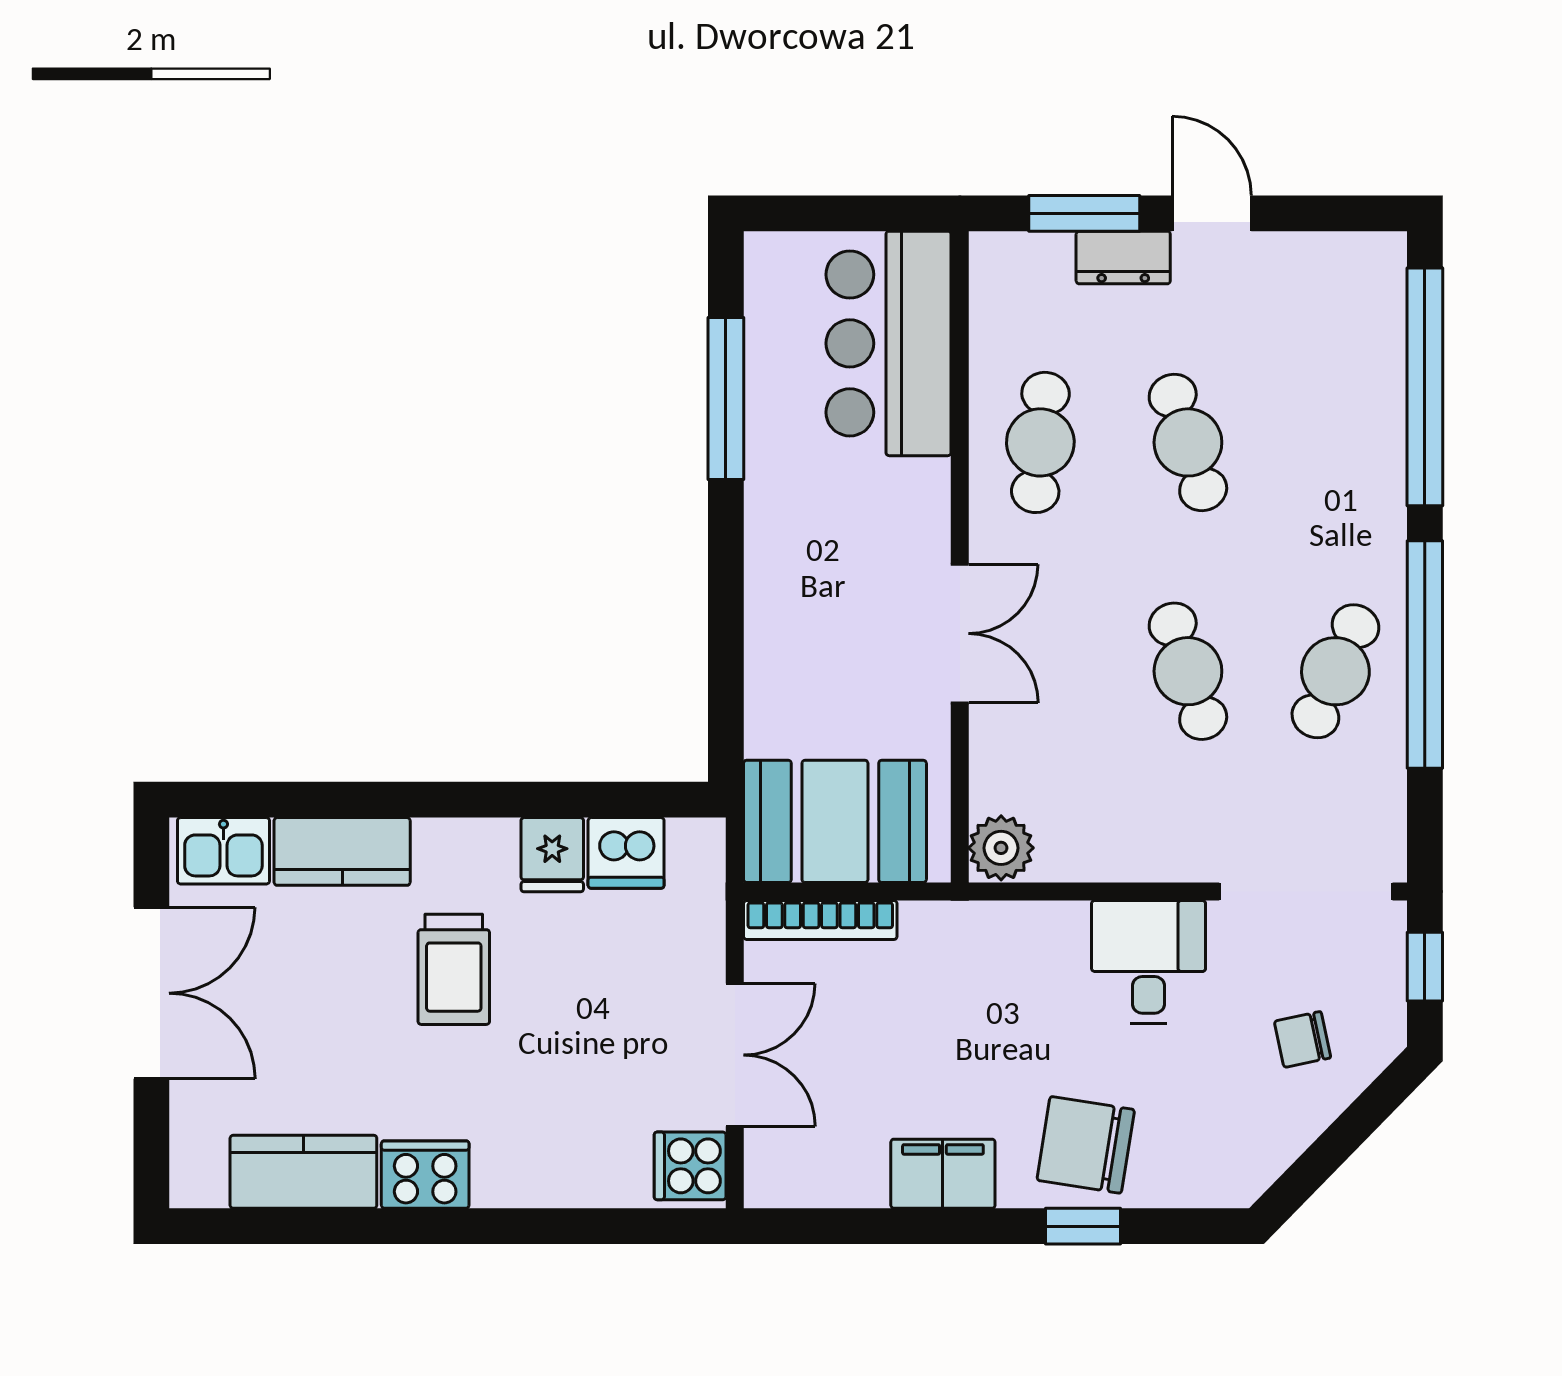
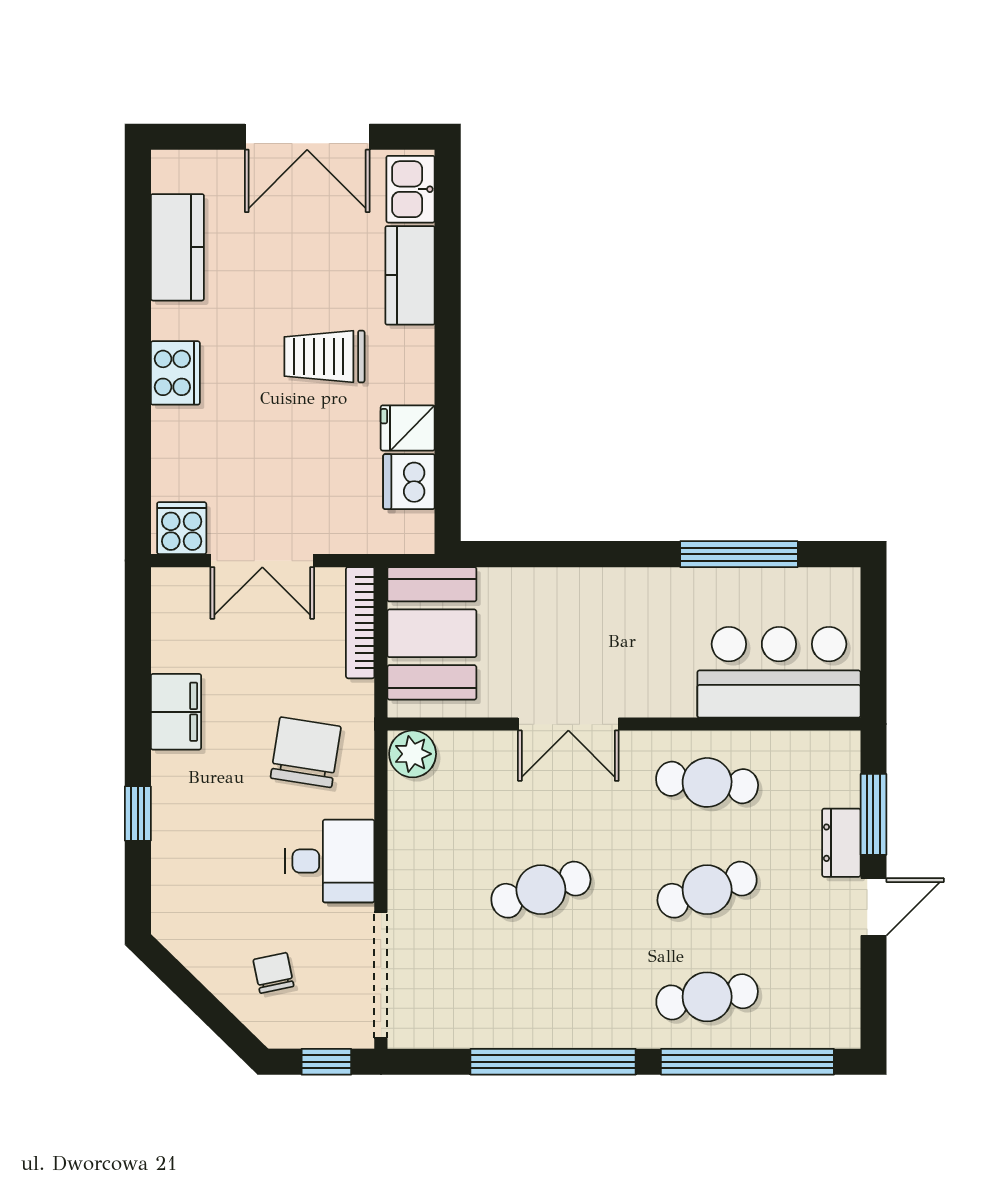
cafe table: (1335, 671) -> (707, 997), moved, turned -33
chair: (1086, 1145) -> (306, 752), moved
cooker: (425, 1175) -> (175, 373), moved

